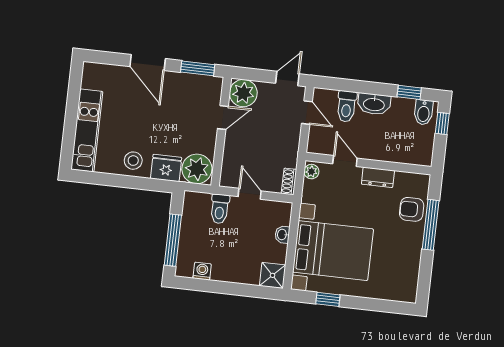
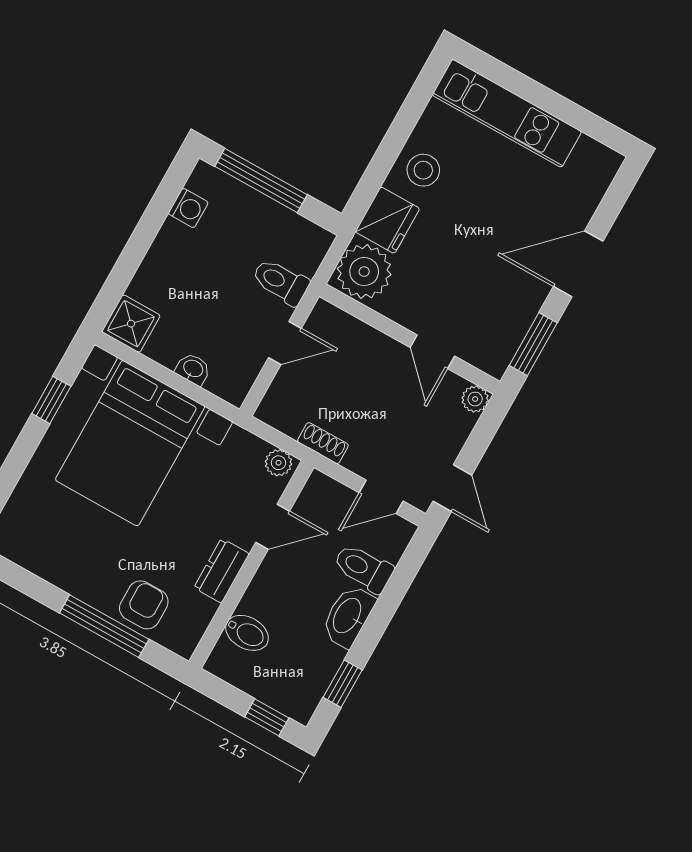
plant: (243, 93) -> (475, 399), width x0.53, depth x0.53
bidet: (424, 112) -> (247, 633), moved, turned 180
shoe rack: (289, 181) -> (323, 443), moved

